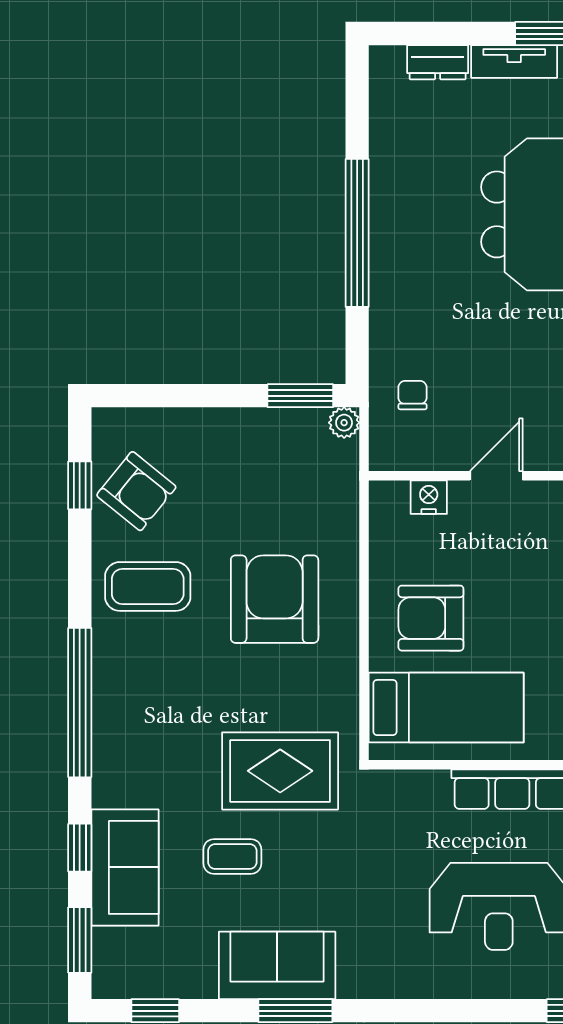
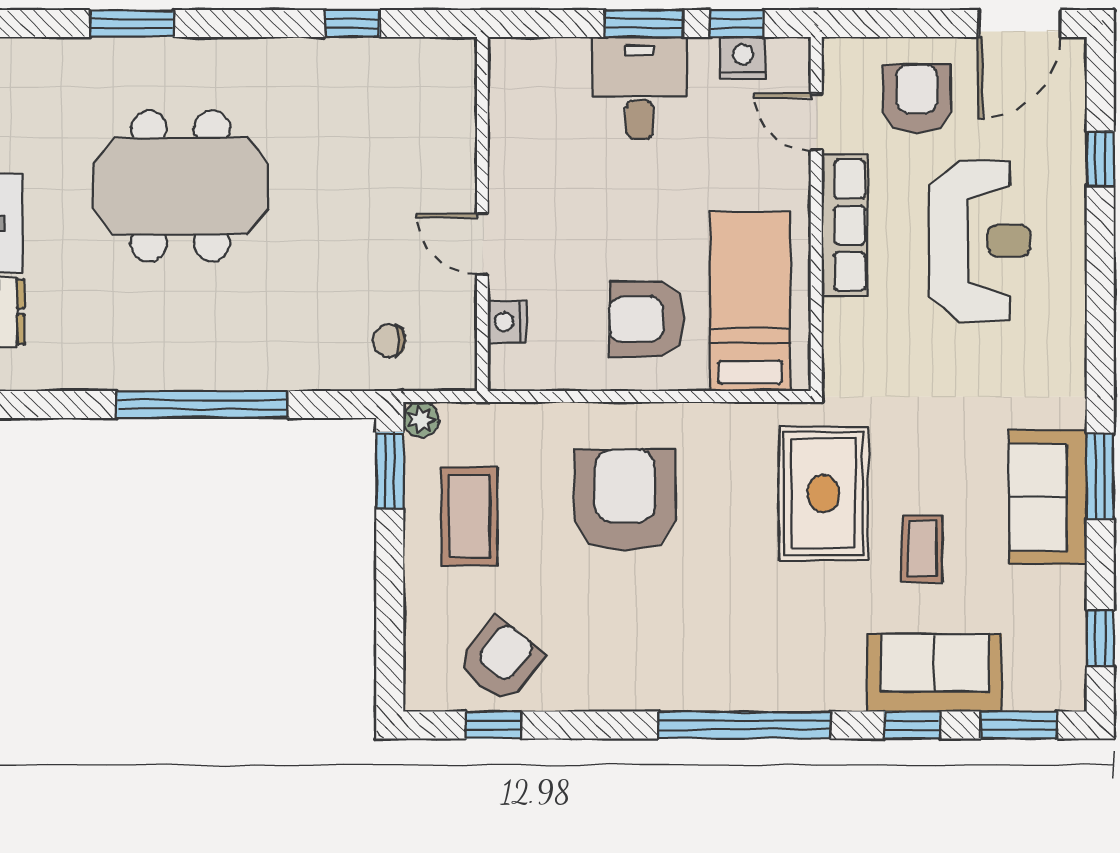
coffee table: (148, 586) -> (470, 516), moved
armchair: (275, 599) -> (625, 500), turned 90
armchair: (431, 618) -> (647, 319), turned 90

